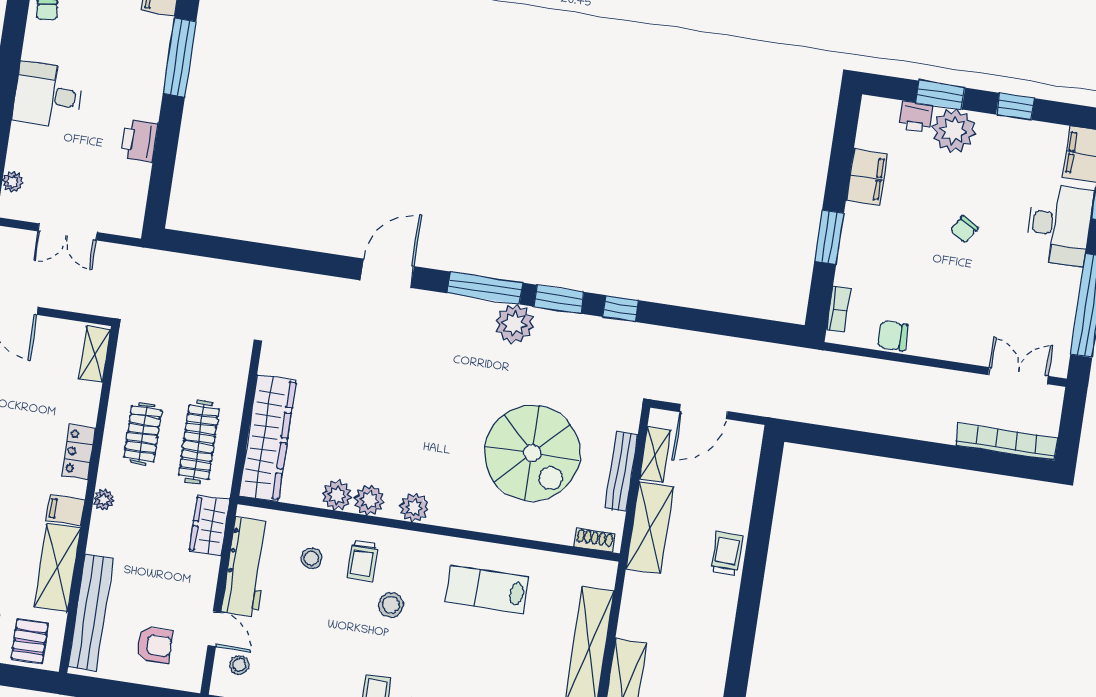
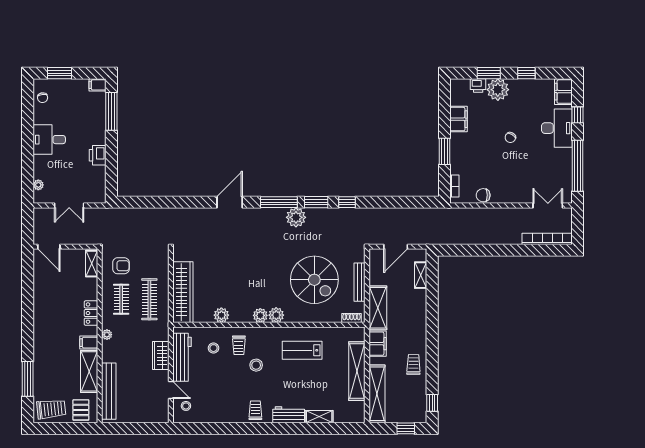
shelving: (655, 455) -> (421, 275), moved
plant: (369, 500) -> (276, 315), moved
wardrobe: (209, 526) -> (161, 355), moved
trolley: (727, 554) -> (414, 364), moved
filing cabinet: (639, 599) -> (378, 344), added
armchair: (154, 645) -> (121, 266), moved

